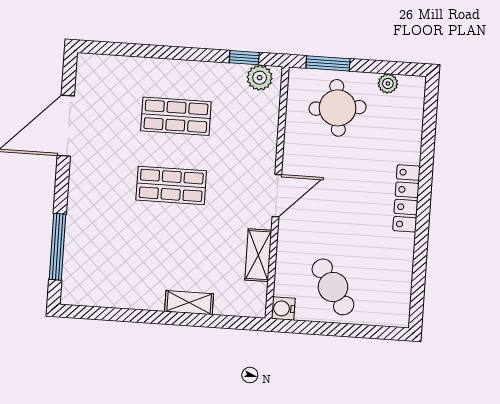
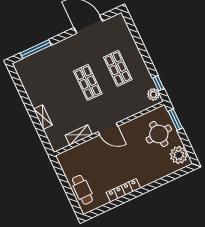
plant: (388, 83) -> (179, 155), width x1.87, depth x1.87
locker: (407, 198) -> (123, 190), moved
cafe table: (333, 287) -> (82, 190), moved, turned -56
water cooler: (283, 309) -> (62, 158), removed

